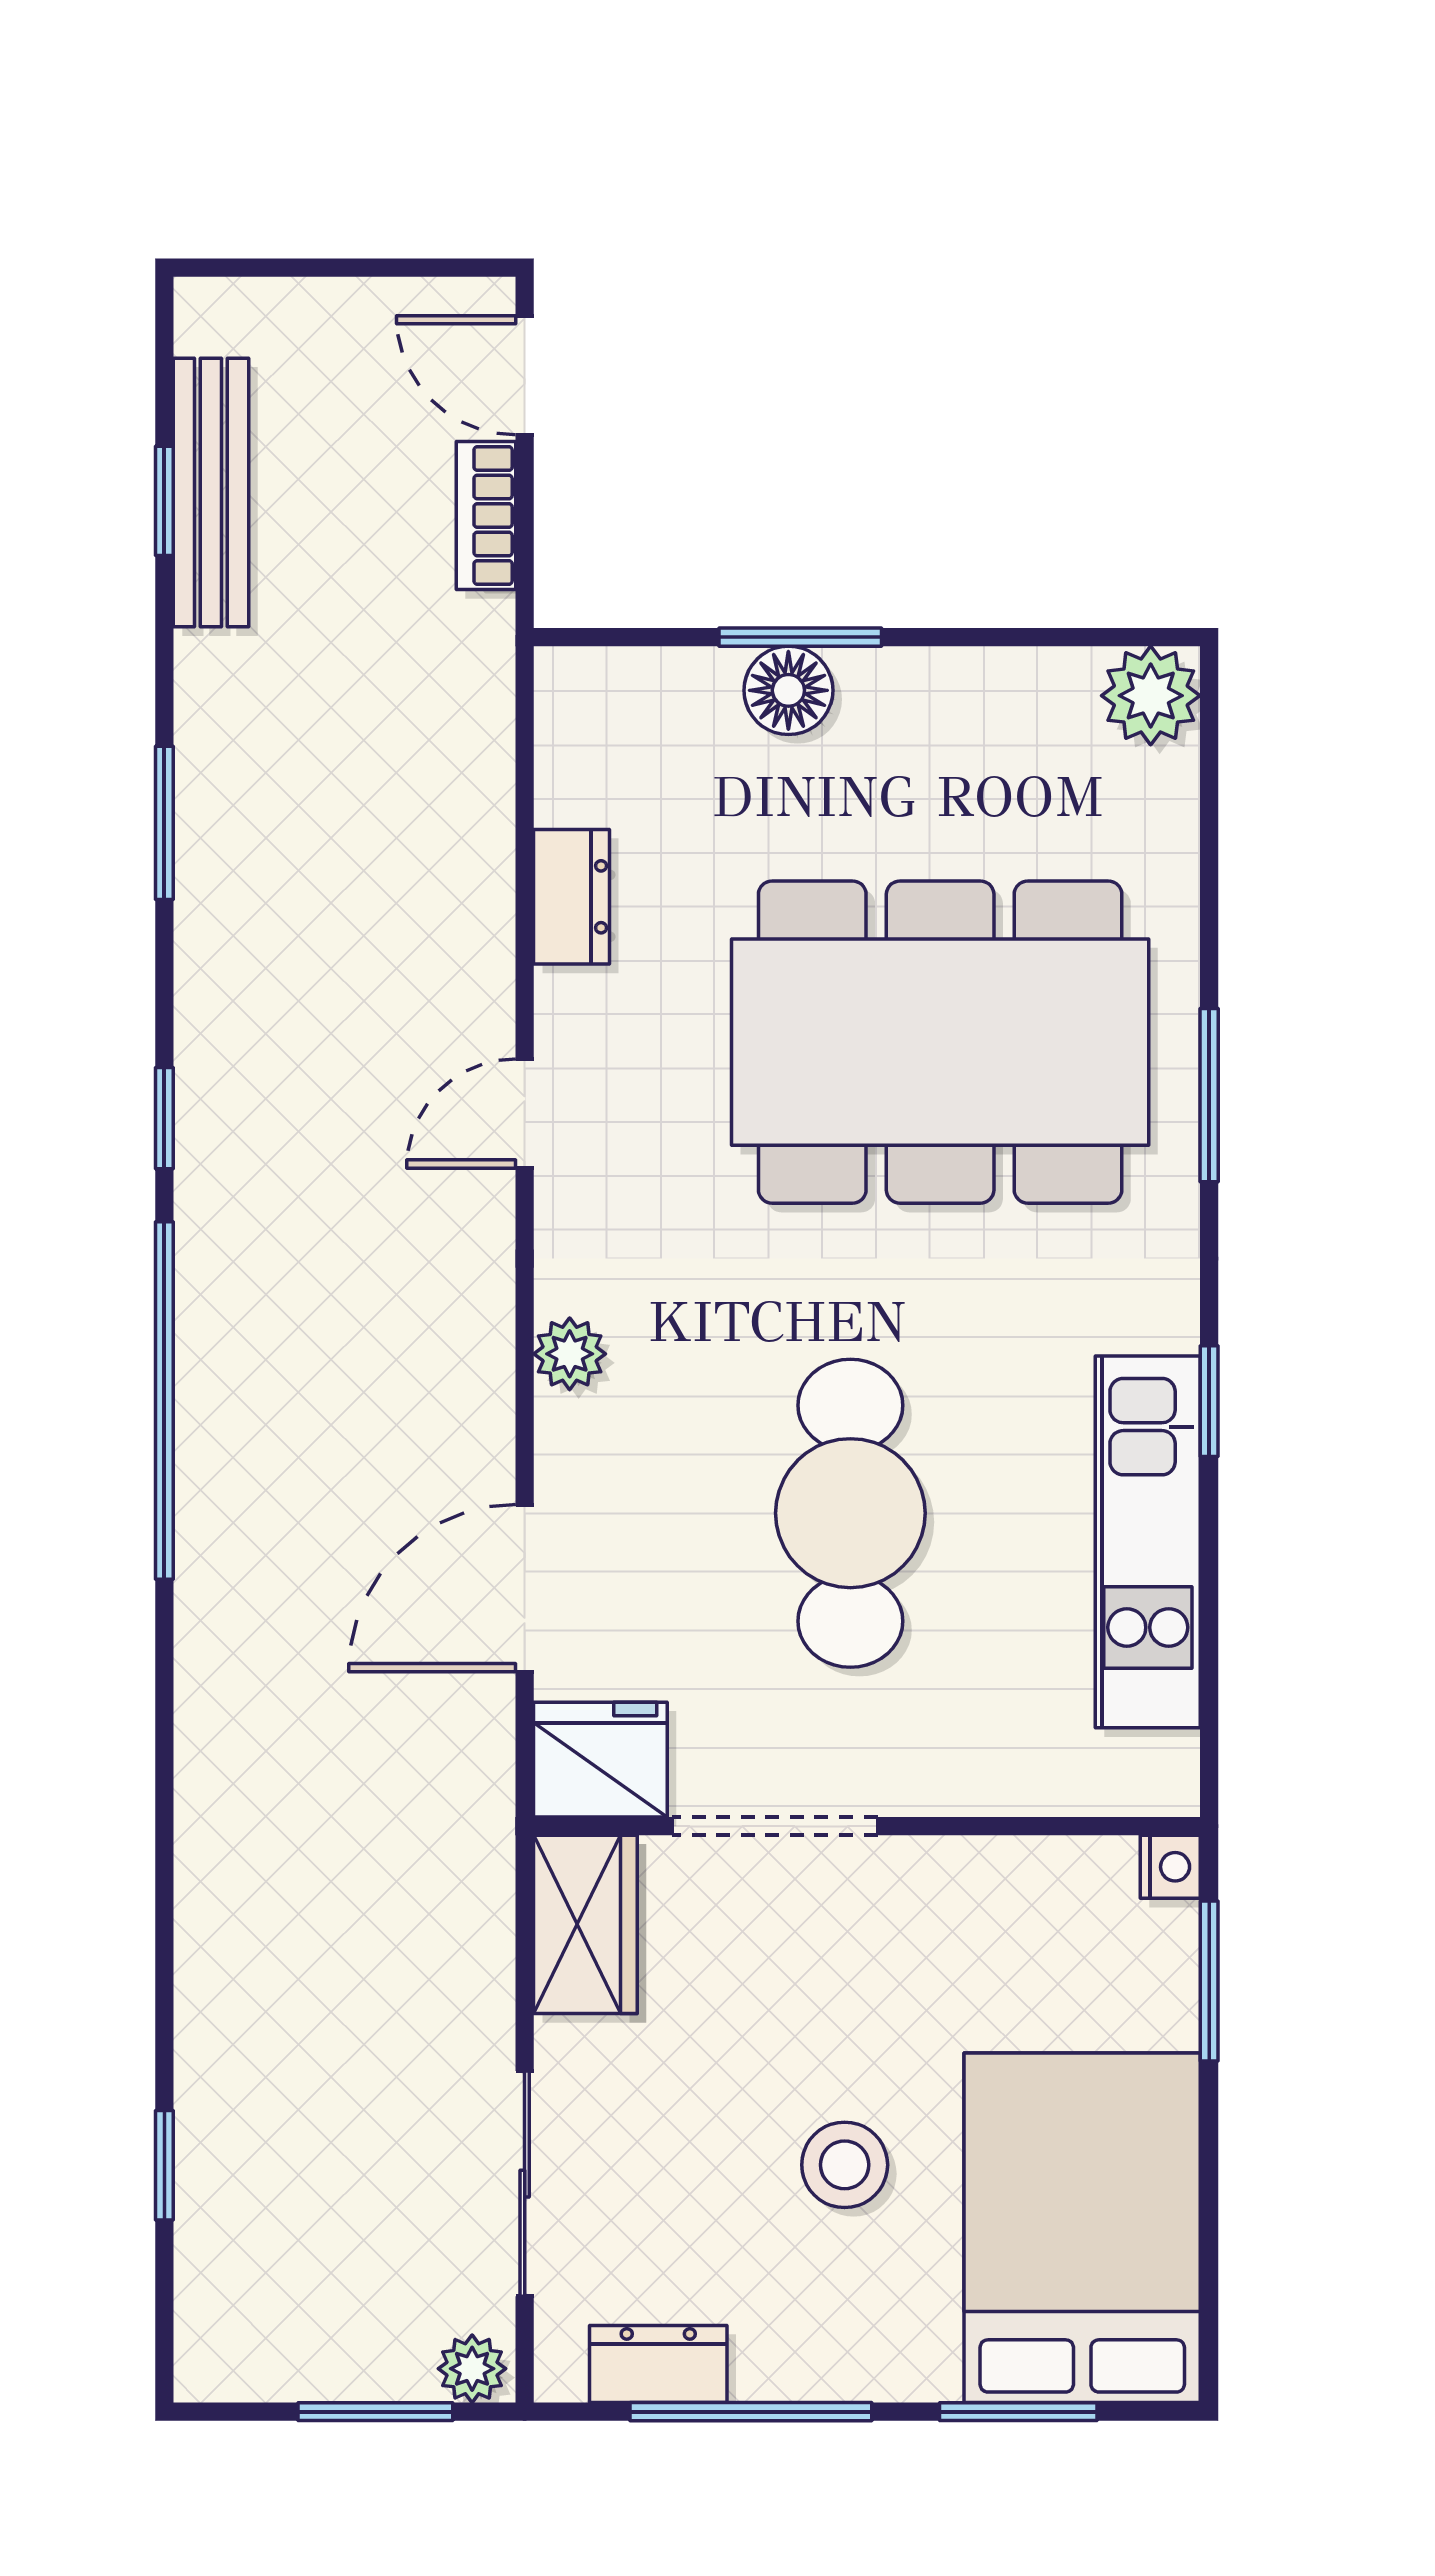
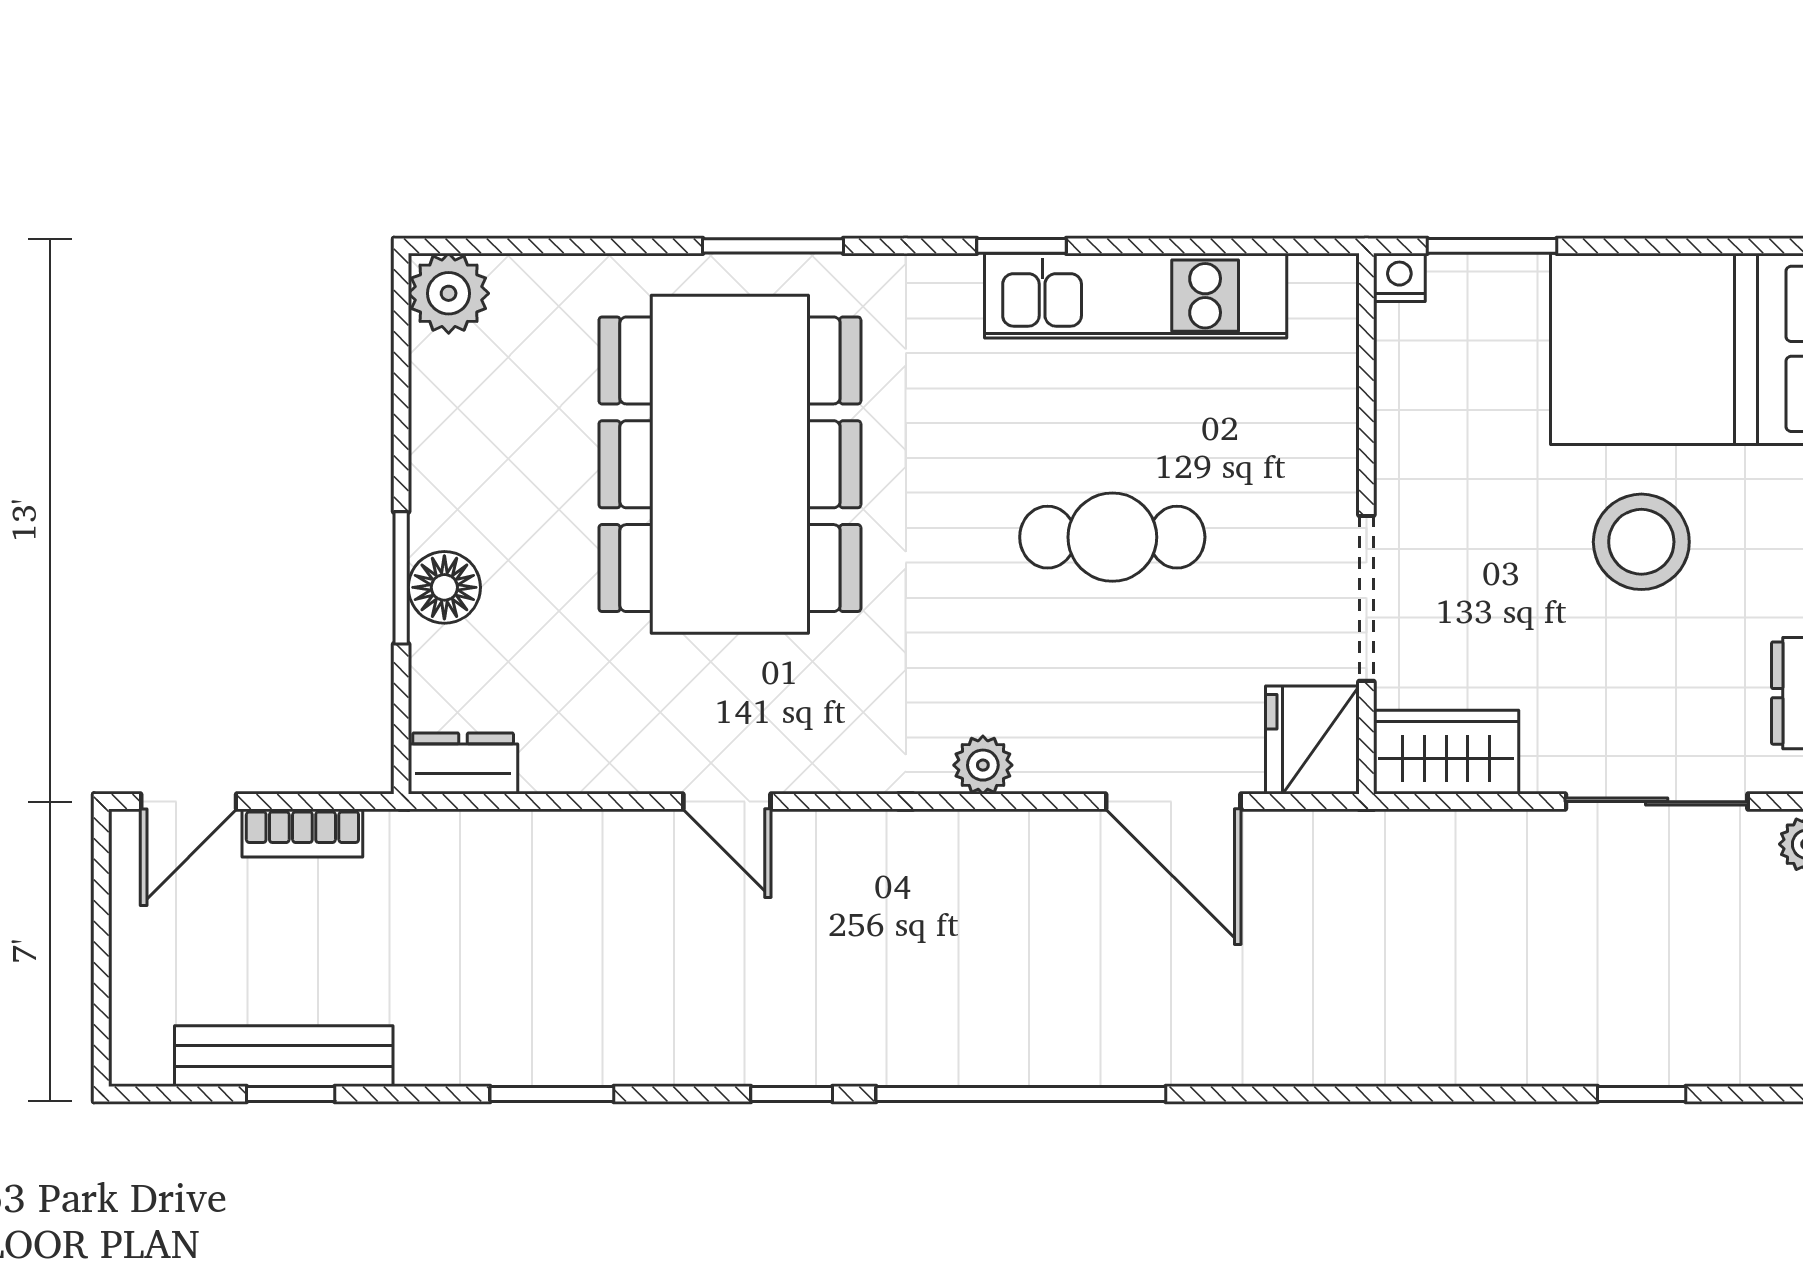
dresser: (571, 897) -> (463, 764), moved
door: (525, 1114) -> (727, 802), moved
cafe table: (850, 1513) -> (1112, 537), width x0.73, depth x0.74
stool: (845, 2165) -> (1641, 542), width x1.38, depth x1.38

